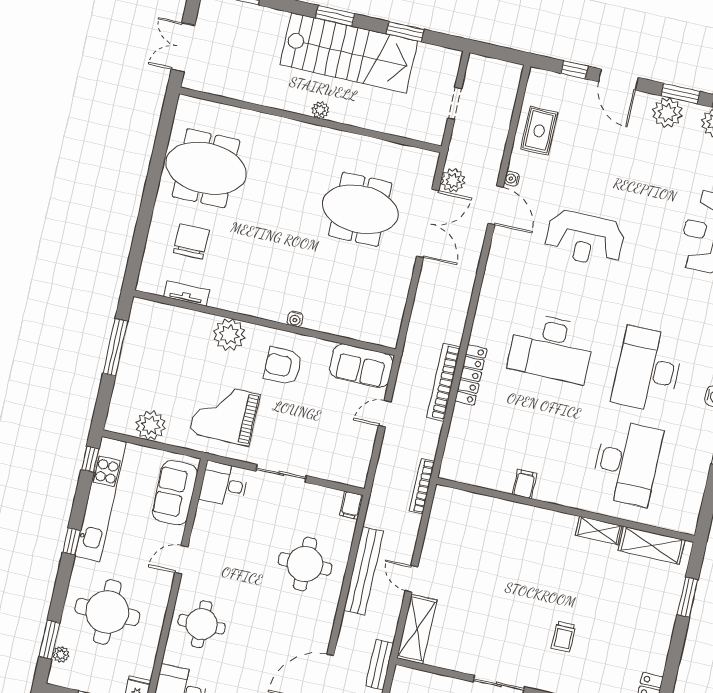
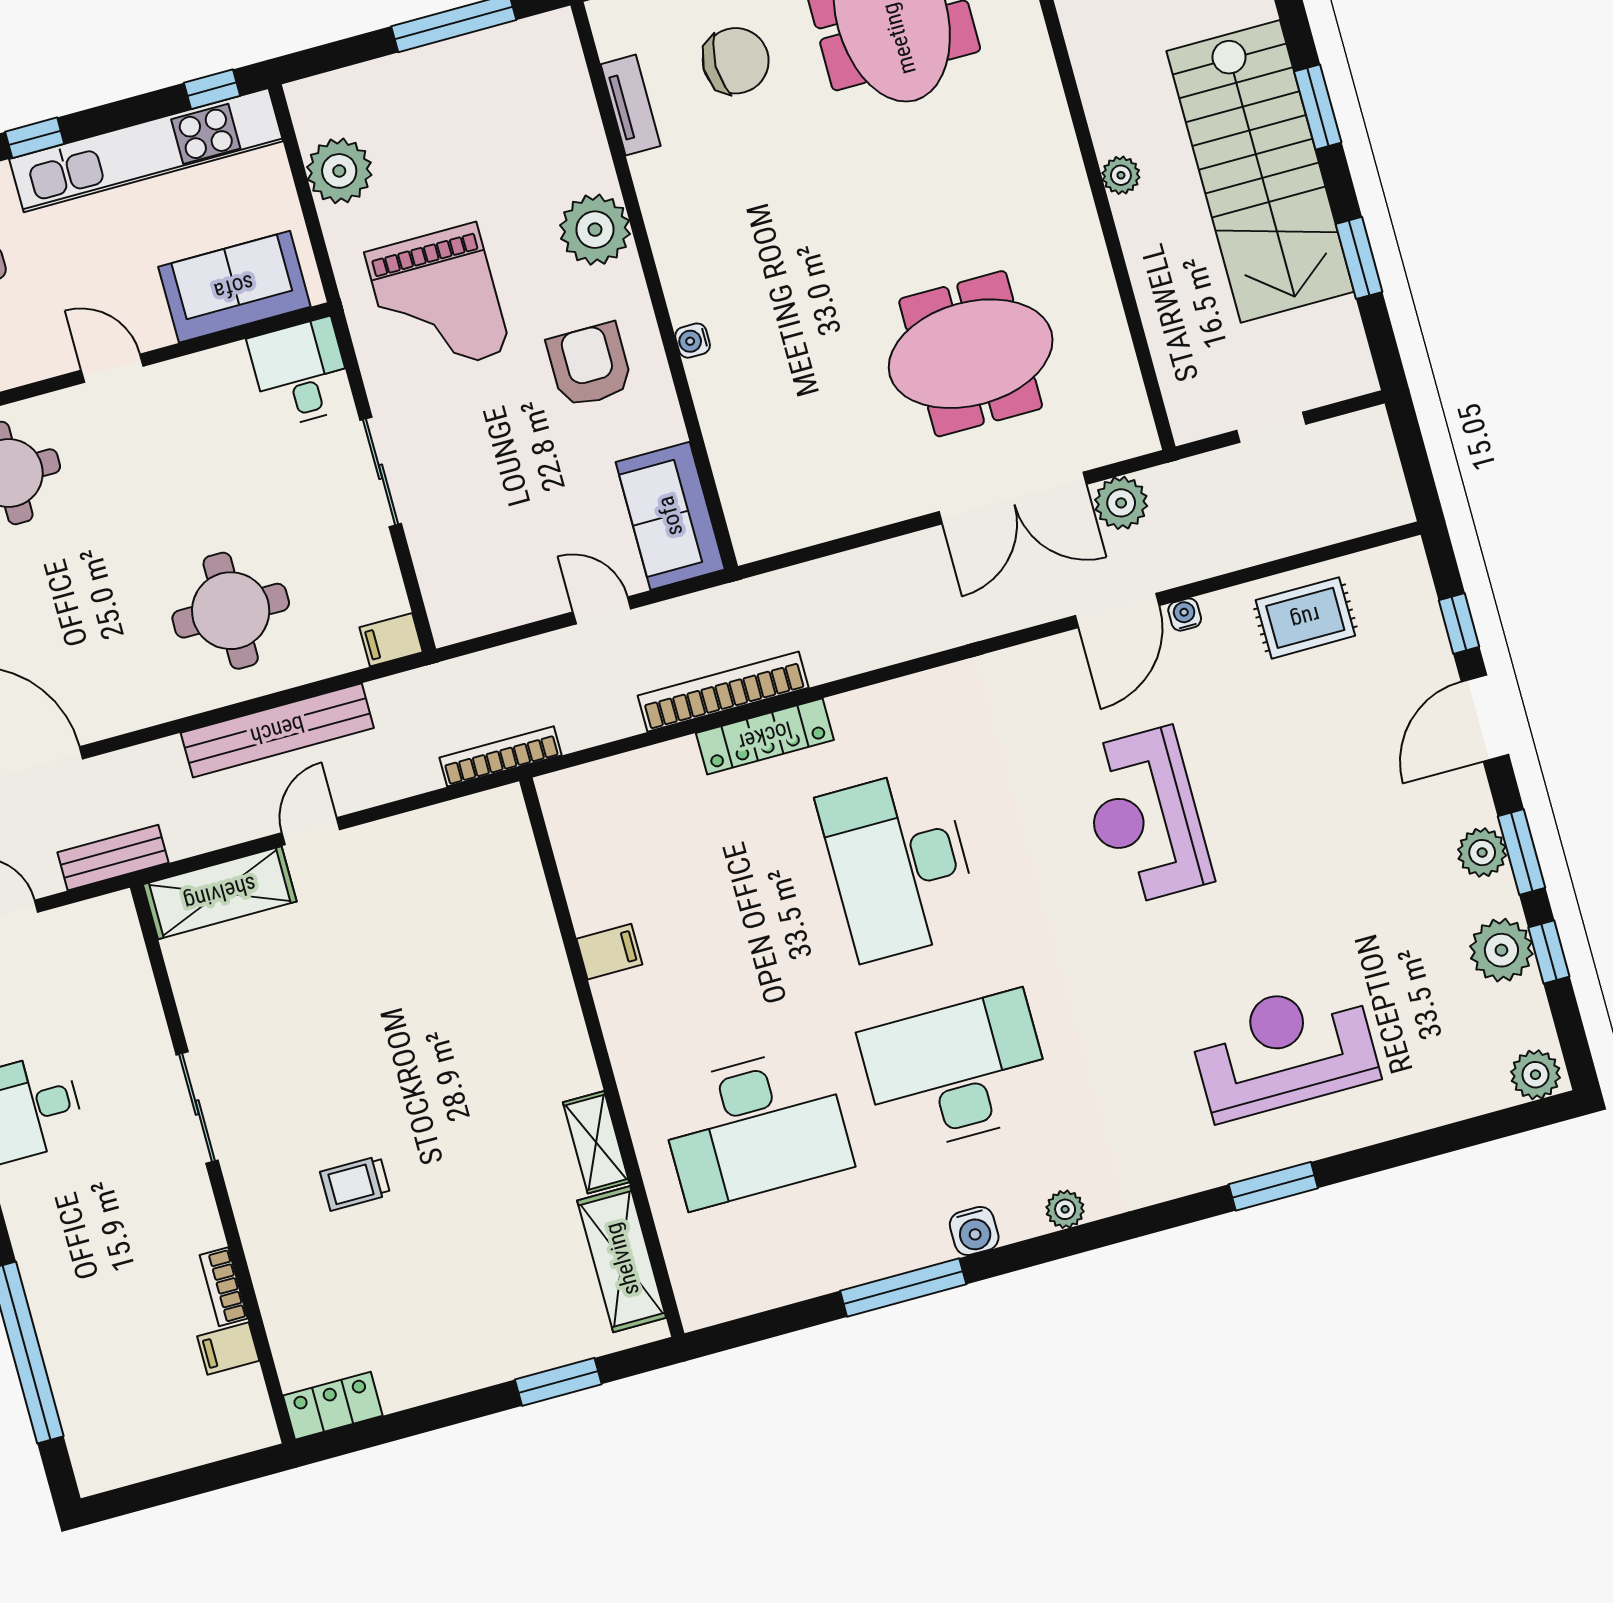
plant: (667, 113) -> (1482, 853), width x0.73, depth x0.73
meeting table: (360, 209) -> (971, 354), turned 90
grand piano: (225, 414) -> (438, 302), turned 180

